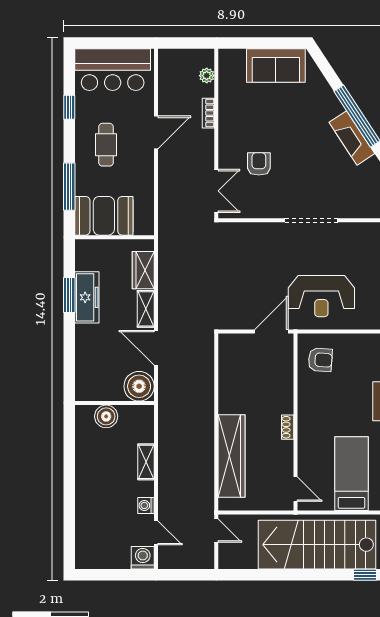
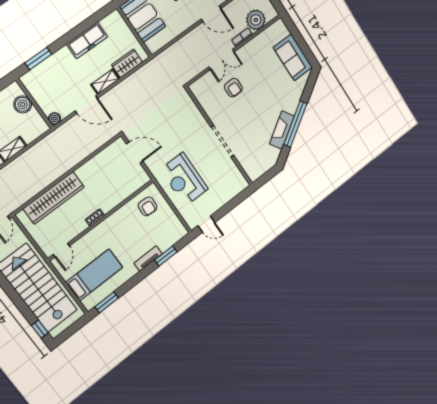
plant: (207, 76) -> (256, 20), width x1.88, depth x1.88
armchair: (259, 164) -> (233, 88), turned 90
double door: (216, 191) -> (222, 59), moved
window: (69, 295) -> (38, 58), moved
door: (271, 331) -> (135, 152), moved
door: (156, 348) -> (86, 105), swing flipped
boiler: (139, 386) -> (55, 119), width x0.54, depth x0.54

